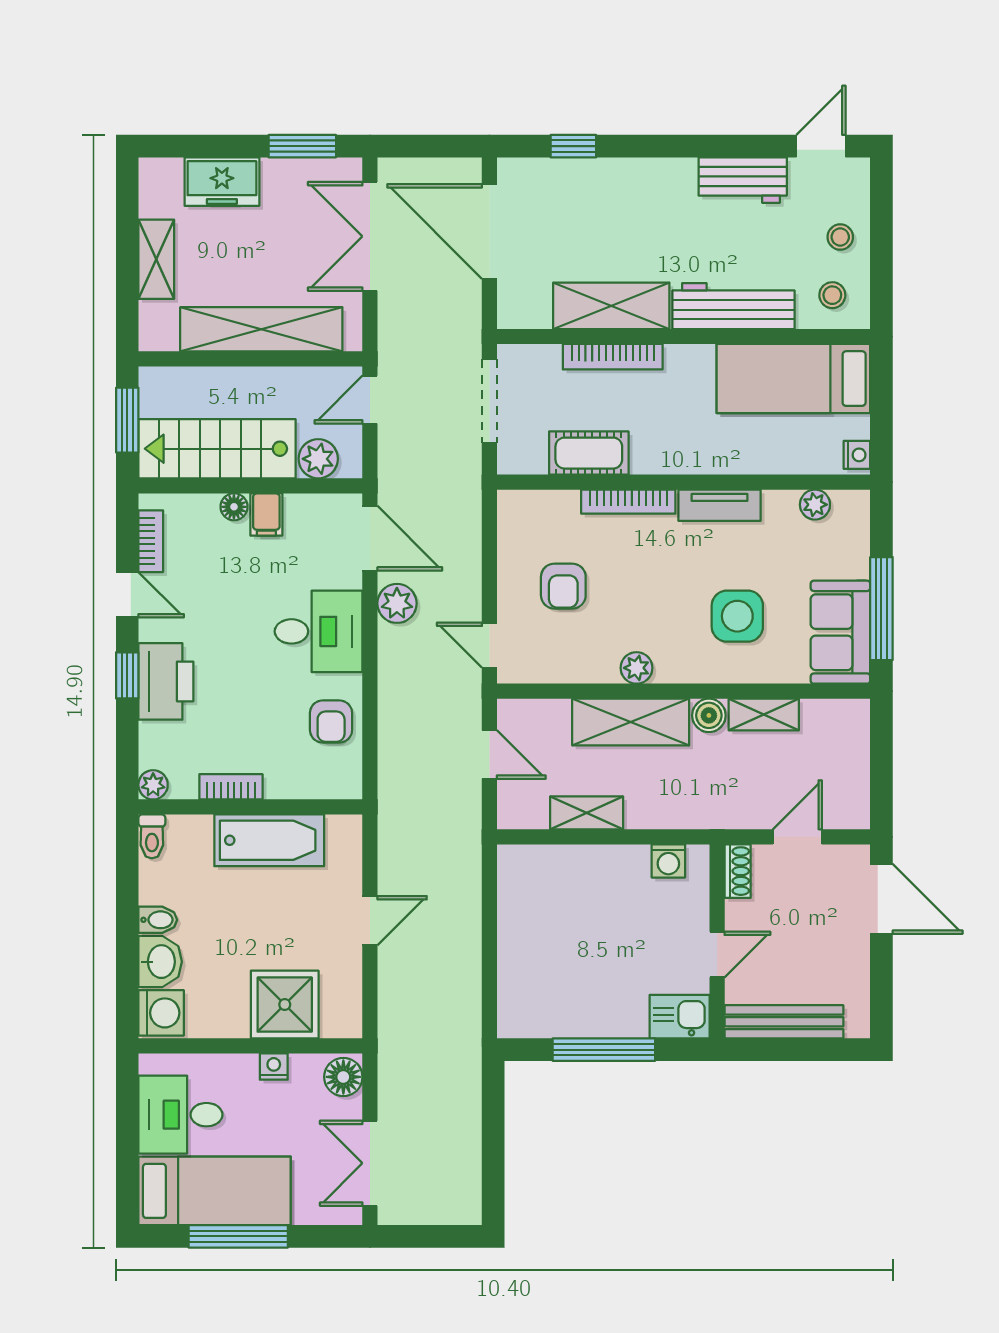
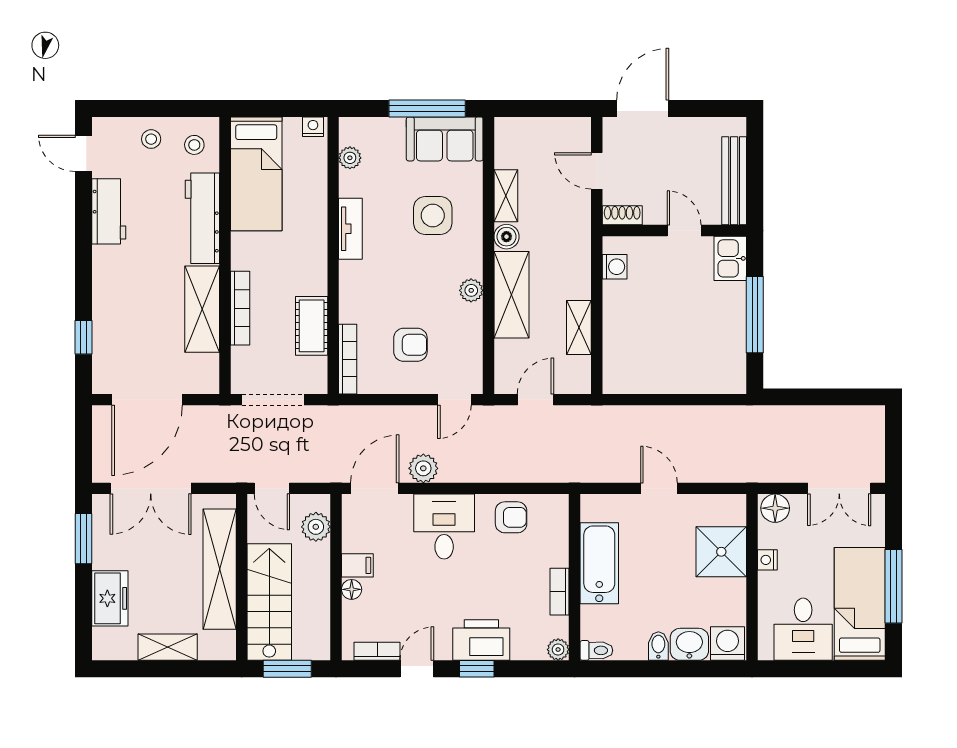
stairs: (217, 449) -> (269, 602), moved, turned 180
bookcase: (628, 502) -> (348, 359), moved

